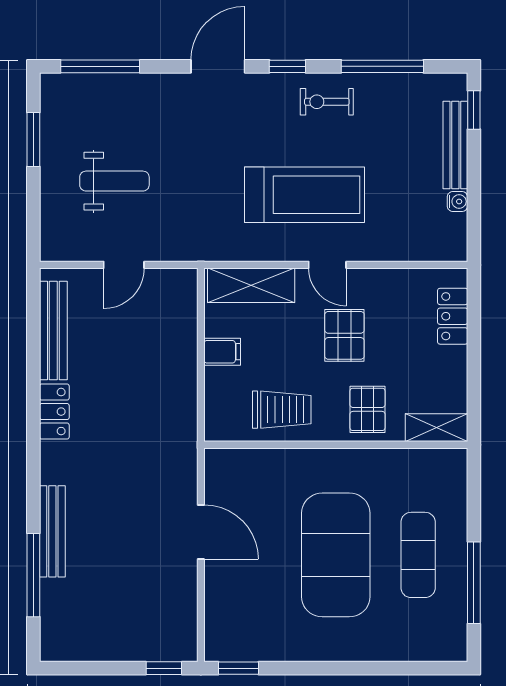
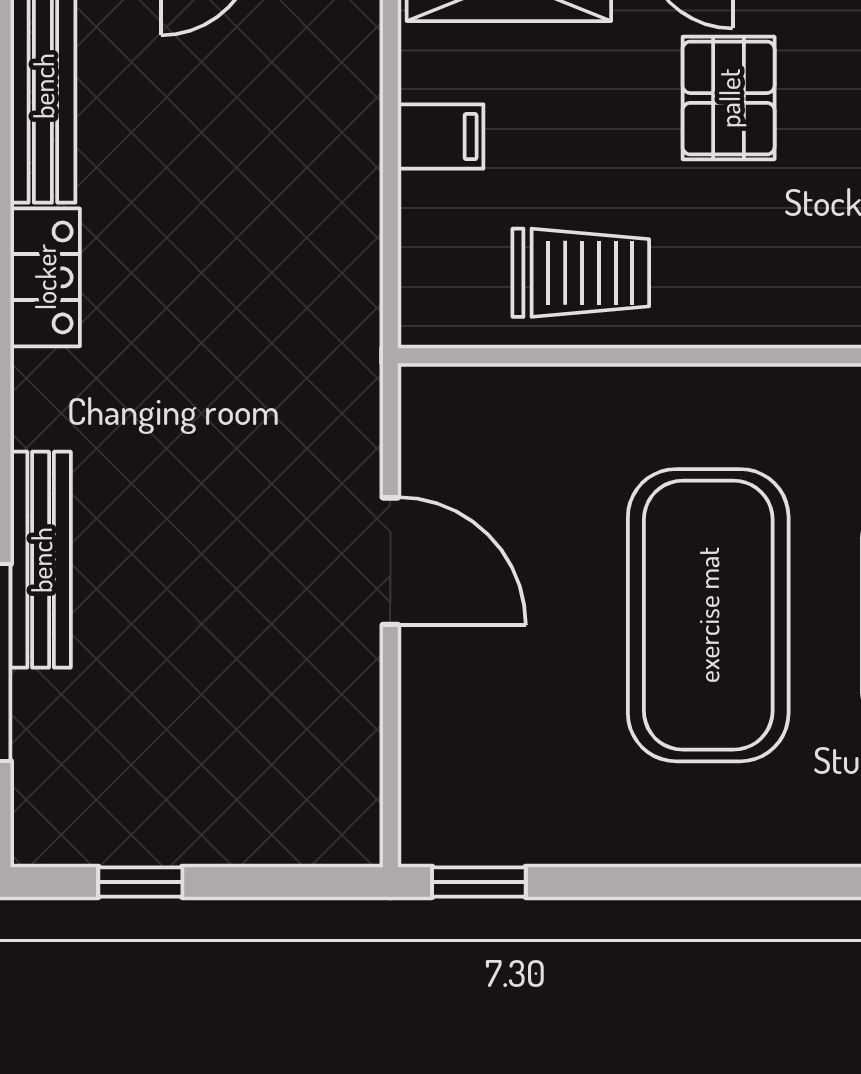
pallet: (367, 409) -> (783, 272), removed
window: (164, 668) -> (140, 882), moved

